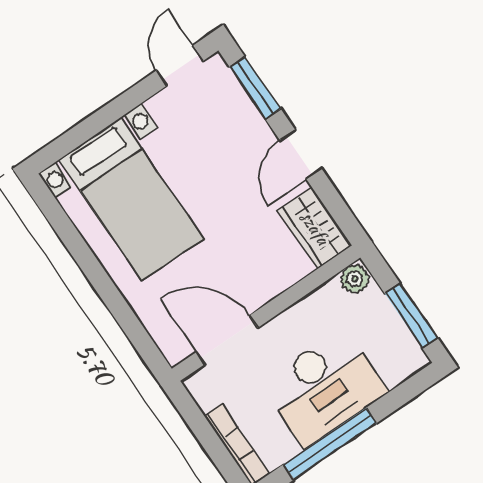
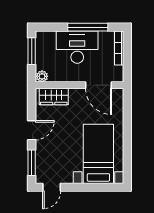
wardrobe: (315, 228) -> (54, 96), moved, turned 90

